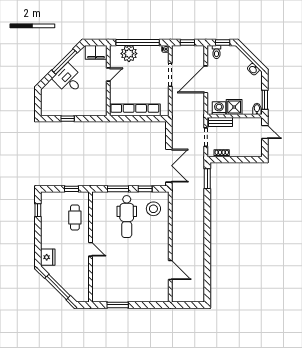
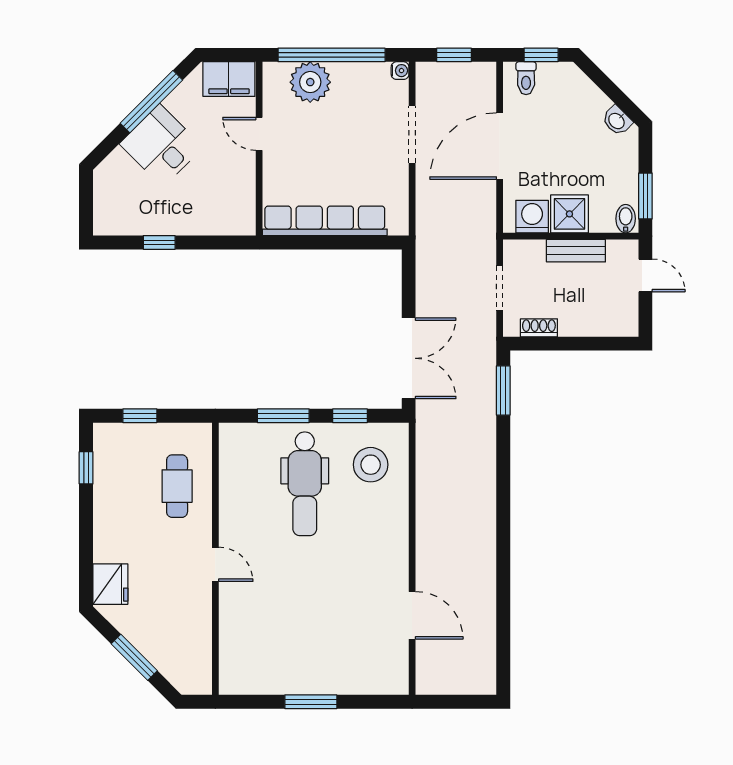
door: (108, 75) -> (259, 134), swing flipped
bench: (221, 122) -> (576, 251), moved
window: (72, 189) -> (140, 416), moved
window: (58, 287) -> (134, 657), width x0.69
window: (118, 305) -> (311, 702), moved

